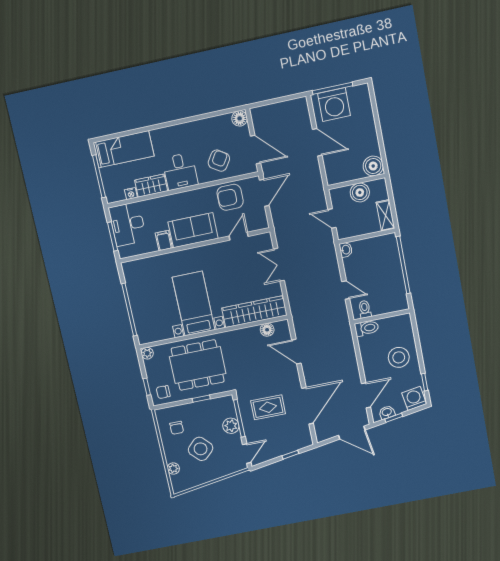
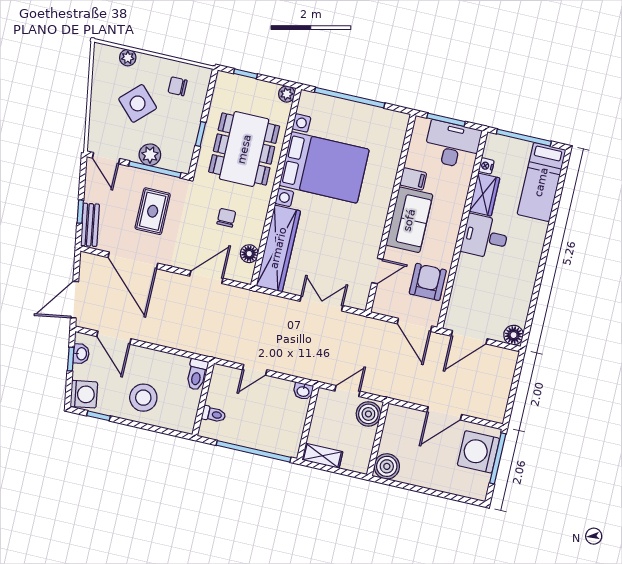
armchair: (219, 161) -> (476, 288), removed
boiler: (360, 193) -> (368, 414), moved
door: (239, 236) -> (377, 271), hinge flipped
bed with nightstands: (194, 304) -> (324, 167), width x1.36
toilet: (365, 309) -> (214, 414), moved
chair: (163, 392) -> (226, 218), moved
bench: (296, 445) -> (90, 225), added

